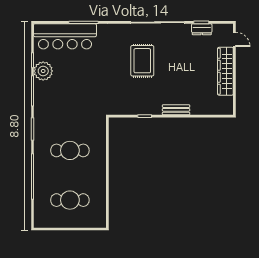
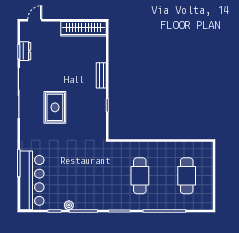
rug: (142, 61) -> (55, 107), turned 90
plant: (43, 71) -> (69, 205), width x0.53, depth x0.53
wardrobe: (225, 71) -> (84, 29), moved

